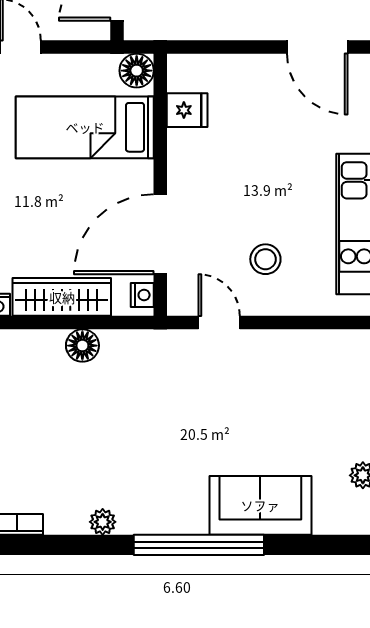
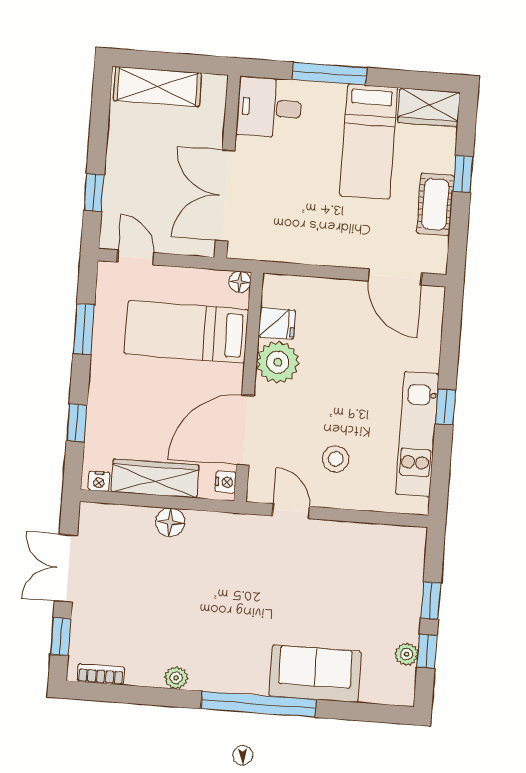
floor lamp: (137, 71) -> (240, 282), width x0.73, depth x0.73
plant: (191, 154) -> (278, 362), added

